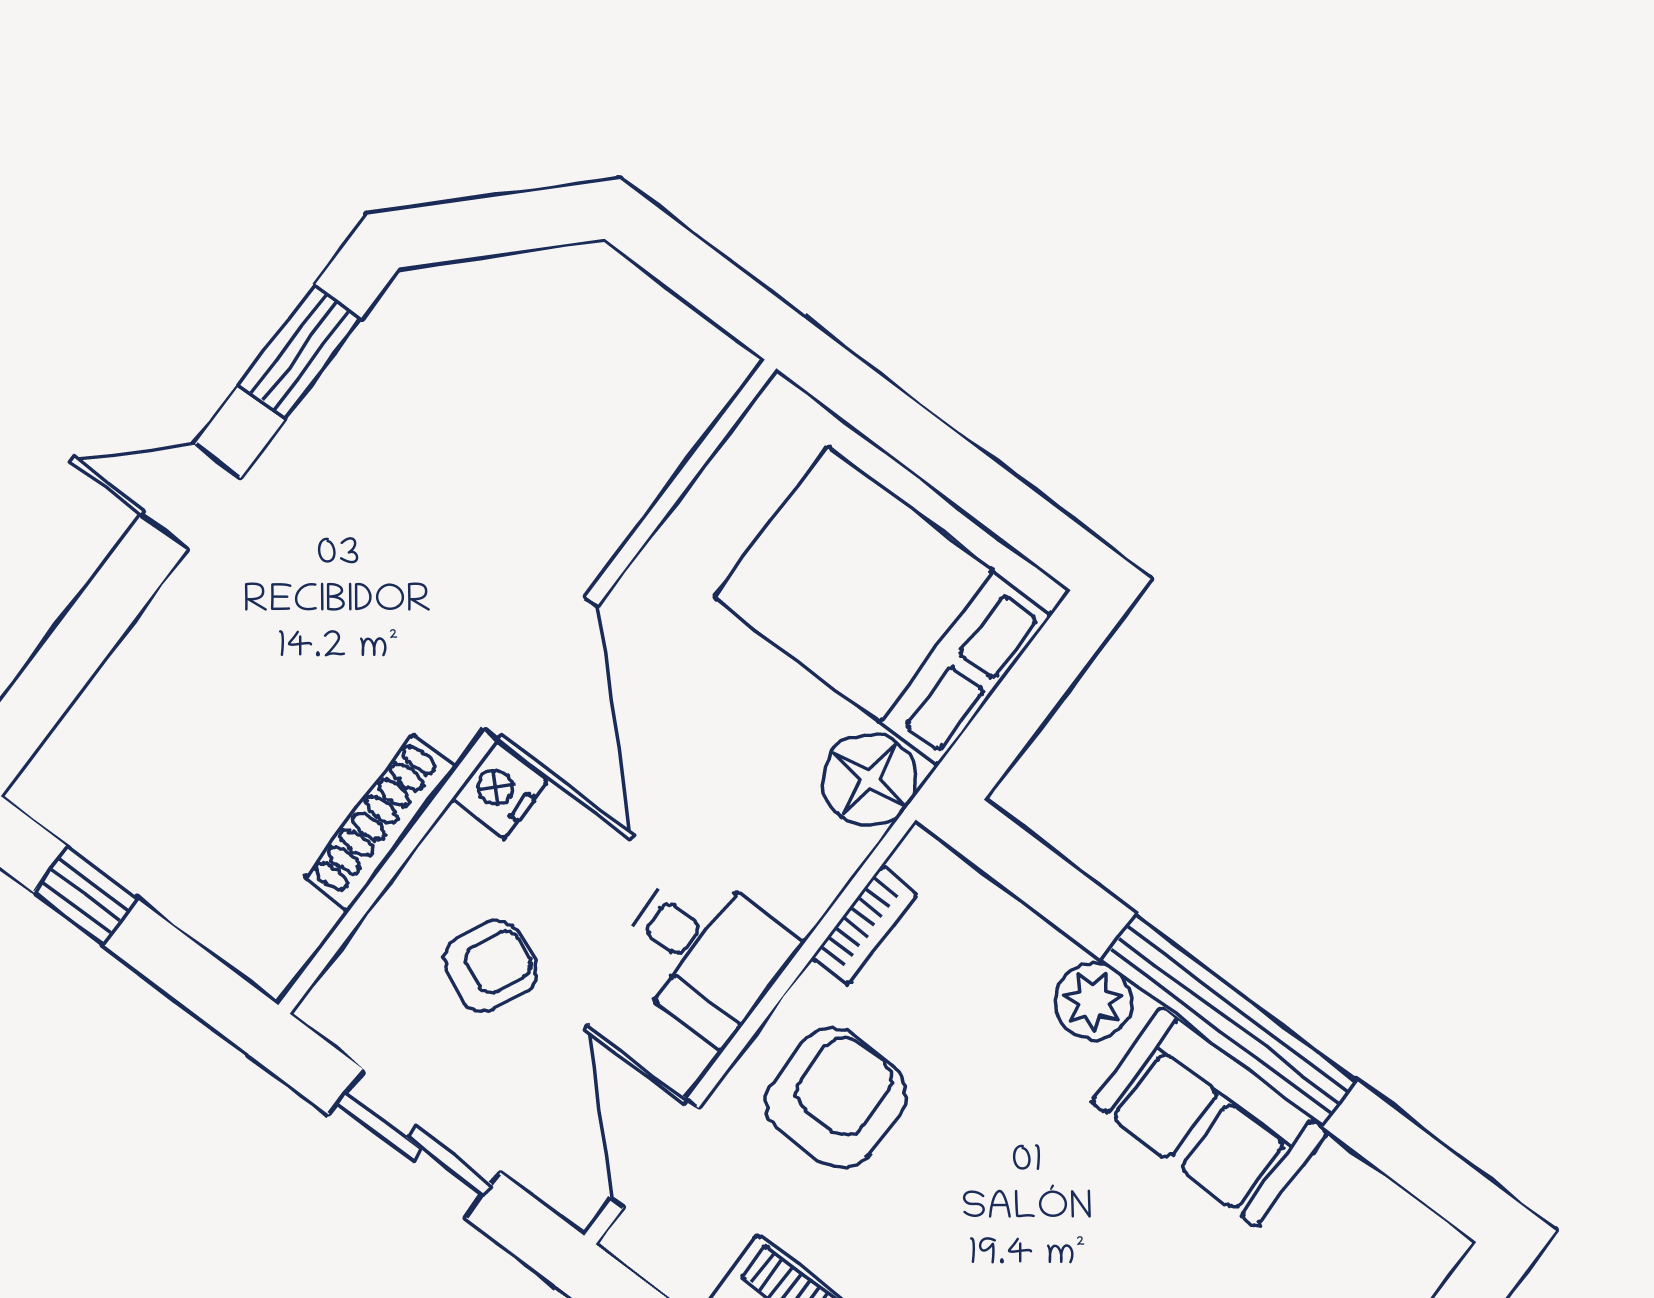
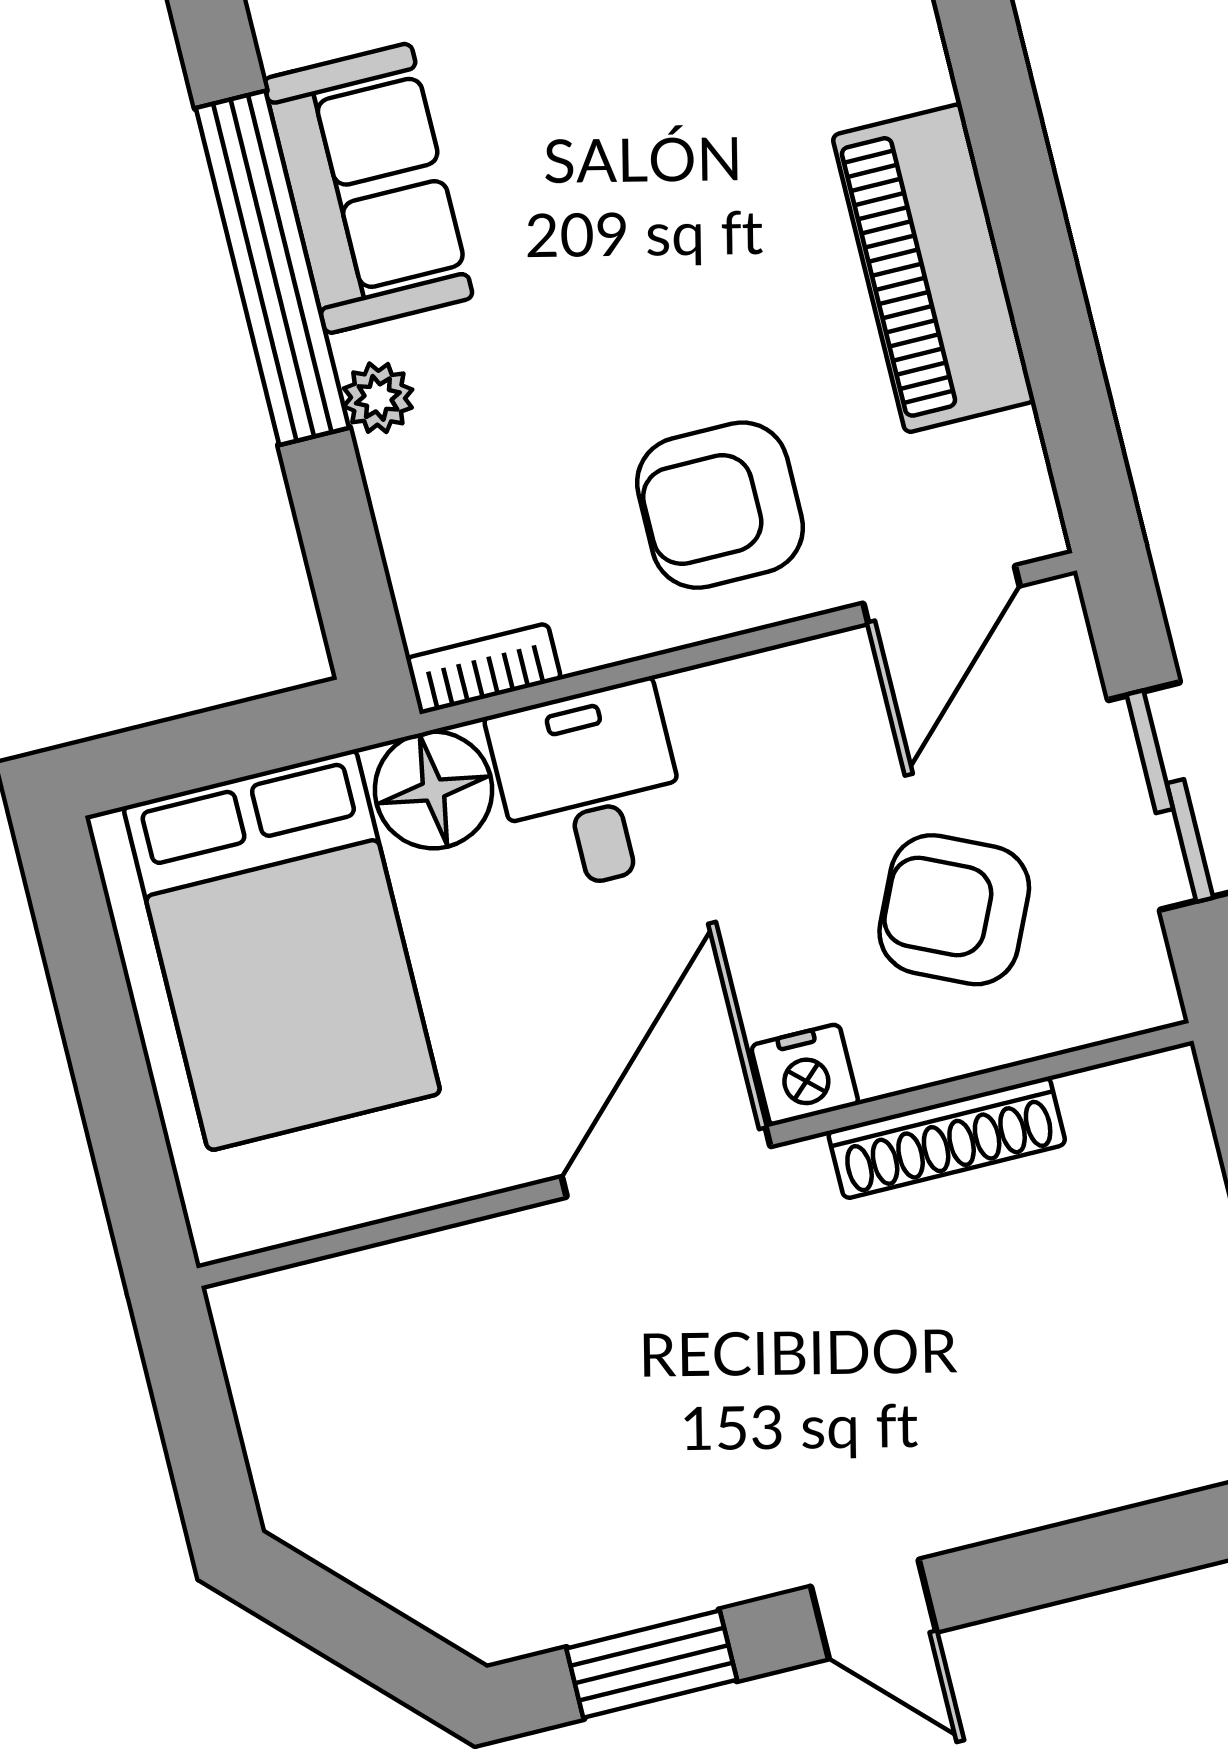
bookcase: (865, 926) -> (484, 669), moved
desk: (705, 953) -> (590, 787), moved
armchair: (490, 966) -> (954, 910), width x1.38, depth x1.38
plant: (1093, 1001) -> (378, 398), width x0.73, depth x0.73

